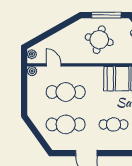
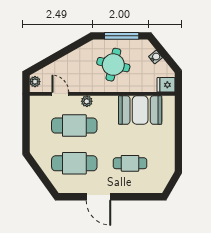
plant: (32, 71) -> (87, 101), moved

